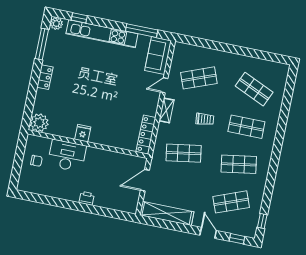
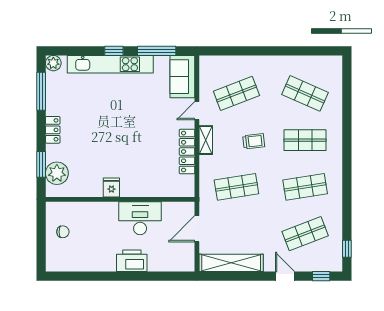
window: (79, 18) -> (114, 51), moved
window: (30, 103) -> (41, 164), added
plant: (39, 123) -> (57, 173), moved
locker: (146, 135) -> (187, 152), moved
desk: (67, 156) -> (140, 218), moved
printer: (87, 198) -> (132, 261), width x1.87, depth x1.48

